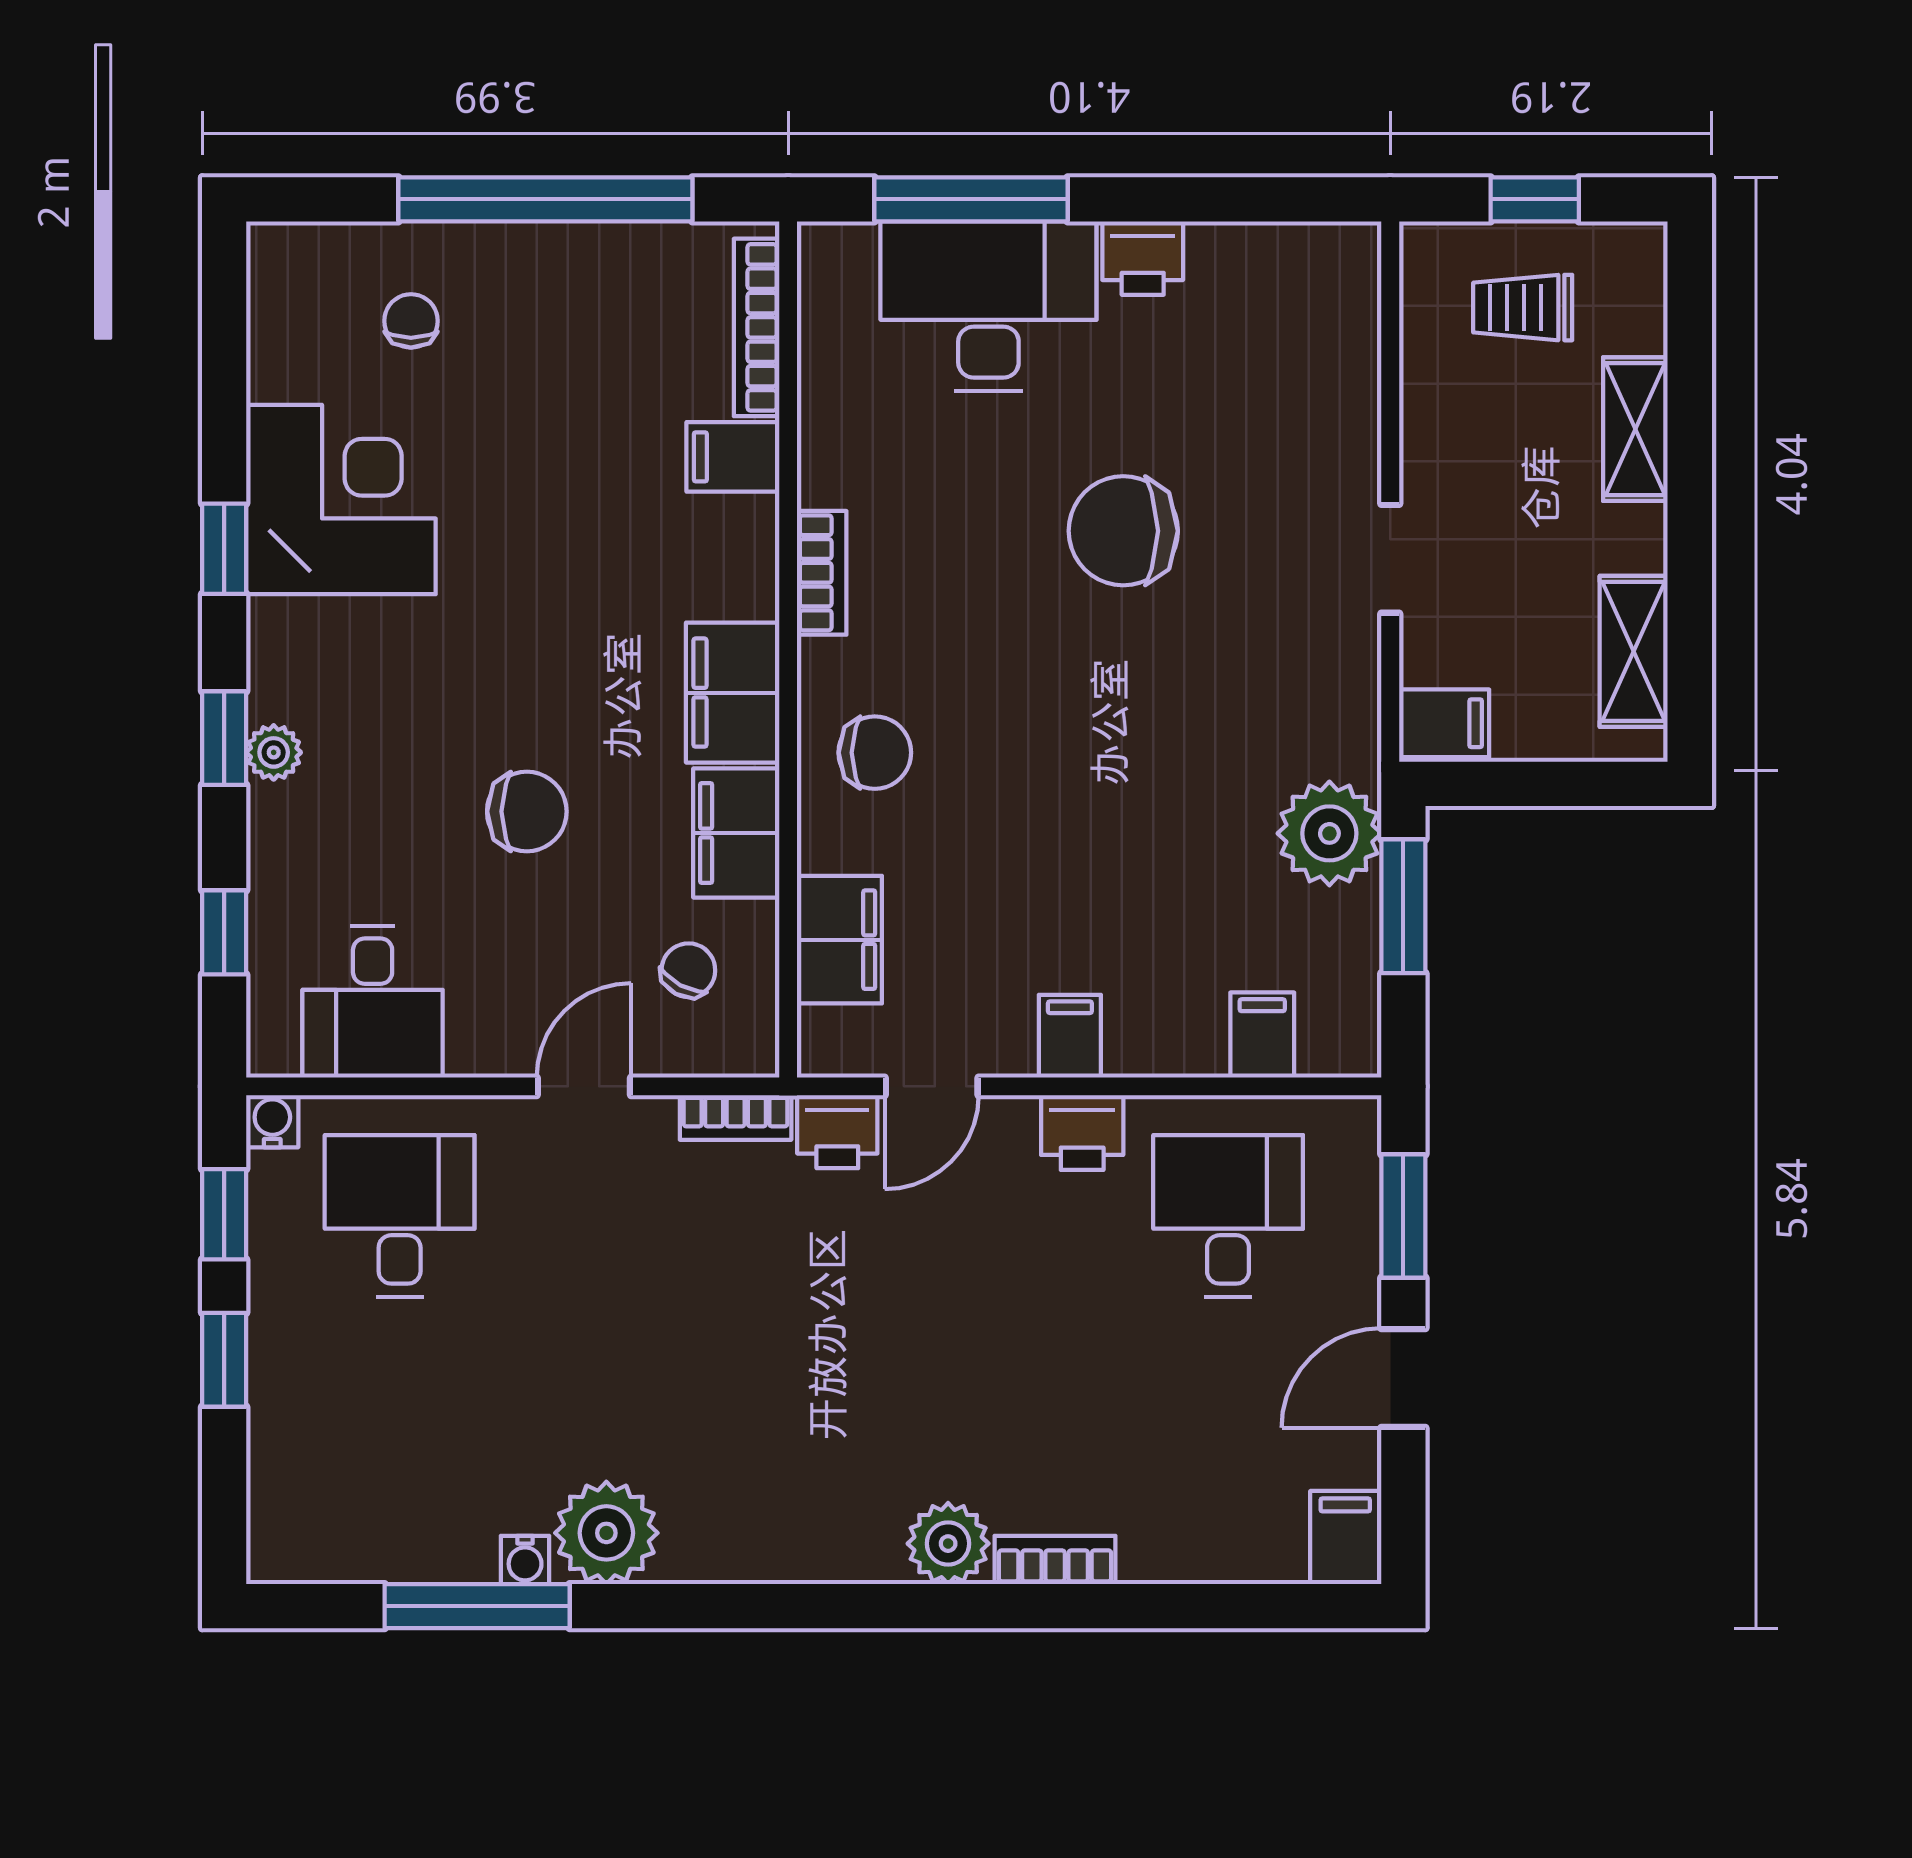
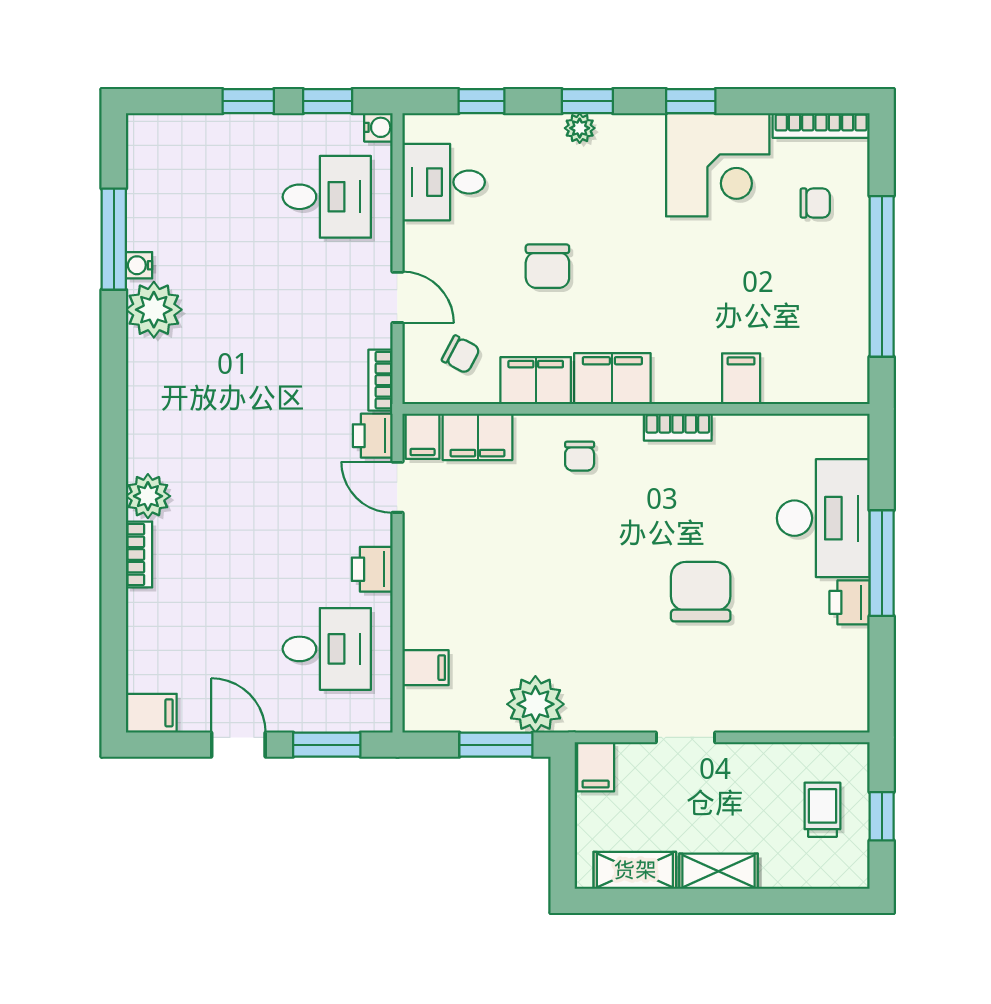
window: (971, 199) -> (882, 563), moved
bookcase: (757, 327) -> (821, 125), moved, turned 180
shelving: (1635, 429) -> (718, 871), moved
chair: (875, 753) -> (580, 456), width x0.73, depth x0.73
filing cabinet: (1070, 1036) -> (423, 436), moved, turned 90

